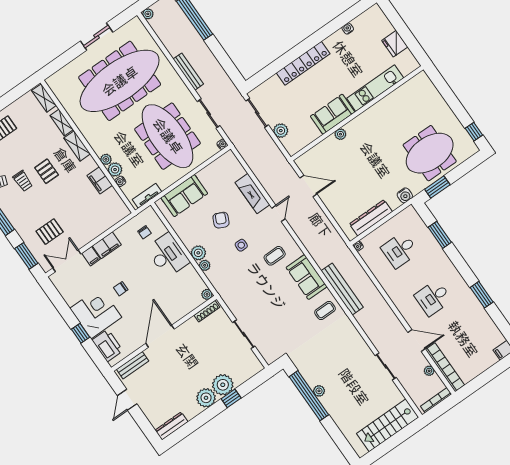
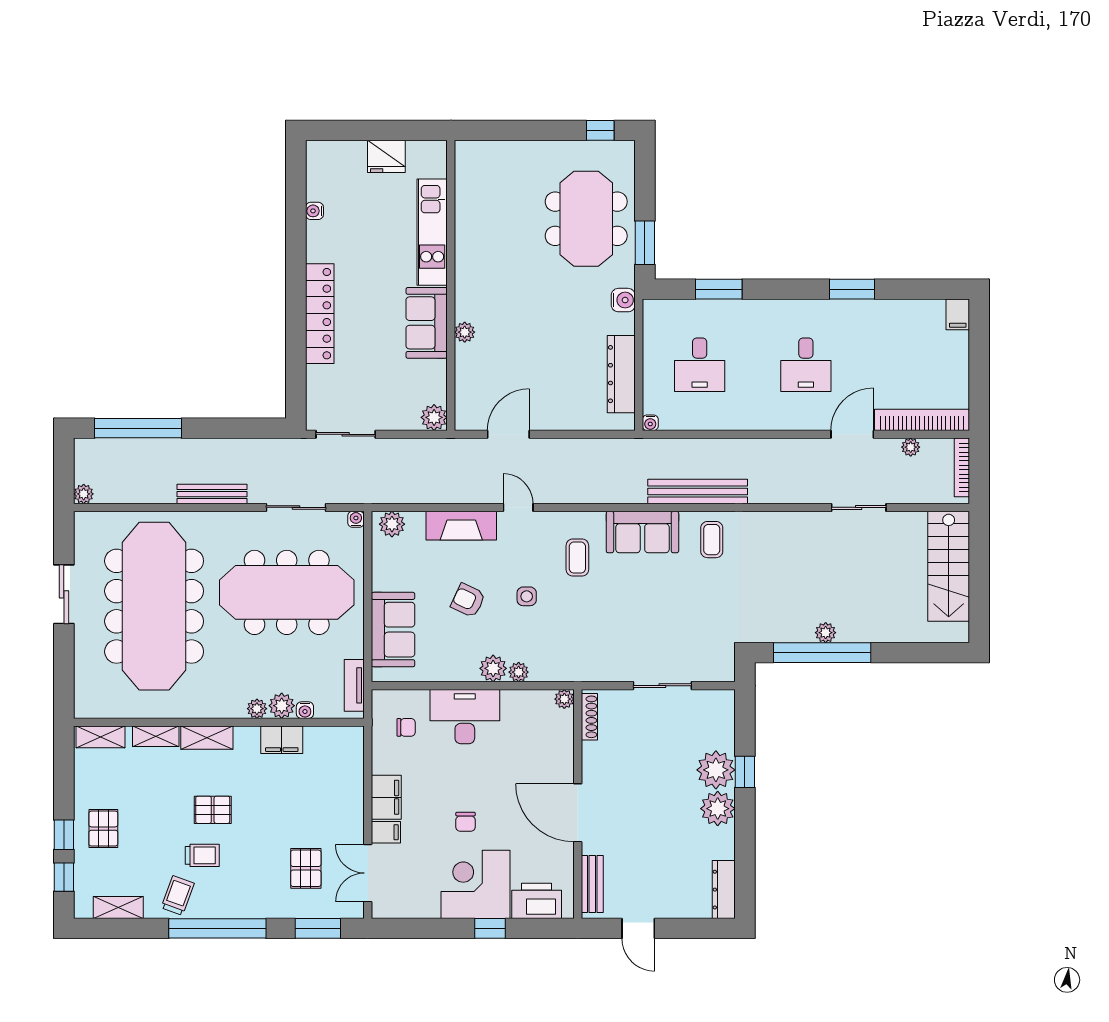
plant: (281, 131) -> (434, 417), moved
plant: (231, 162) -> (392, 524), added

